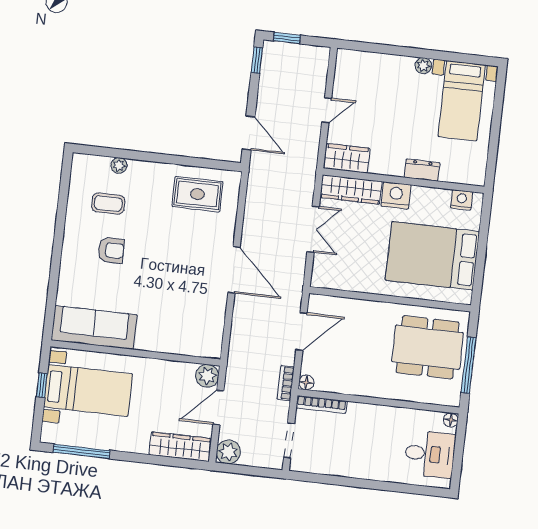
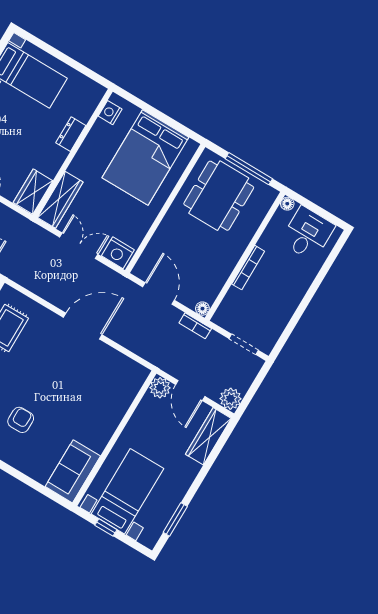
nightstand: (396, 195) -> (118, 253), moved, turned -90
sofa: (94, 327) -> (73, 471), width x0.73
bookcase: (321, 404) -> (248, 268), moved
window: (82, 451) -> (175, 519), width x0.69

